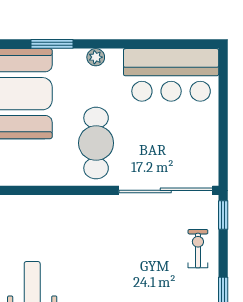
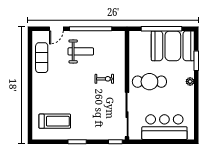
bar counter: (171, 75) -> (164, 127), moved, turned 90
exercise bike: (198, 249) -> (104, 79), moved

